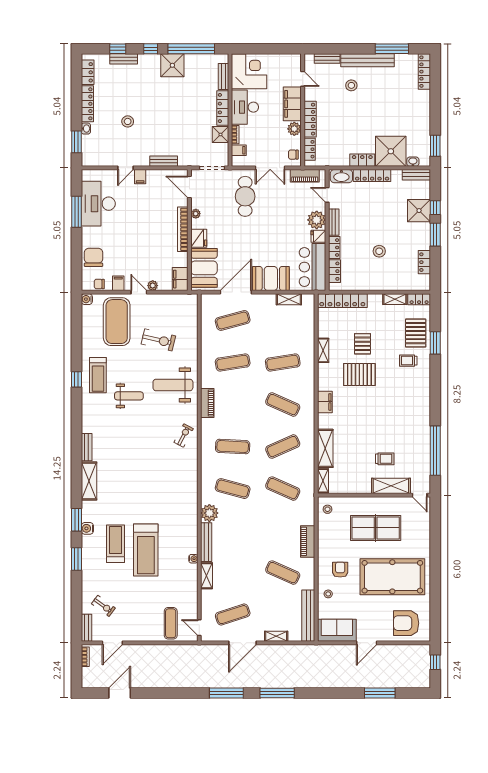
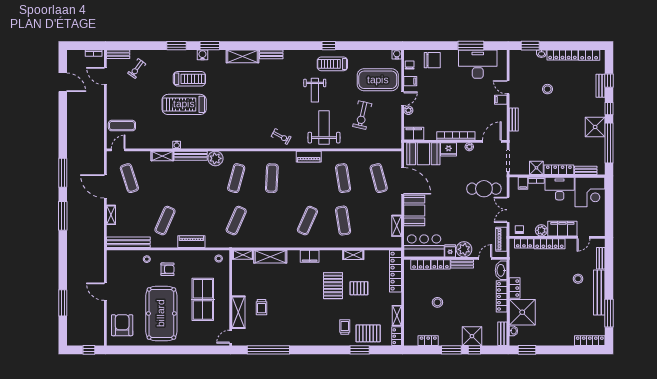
exercise mat: (283, 447) -> (272, 221), removed
sofa: (337, 630) -> (116, 266), removed

